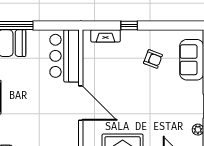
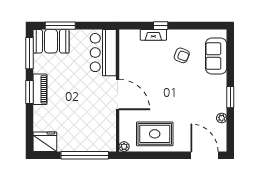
fireplace: (106, 36) -> (153, 35), moved

